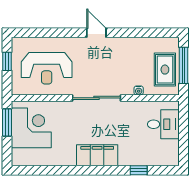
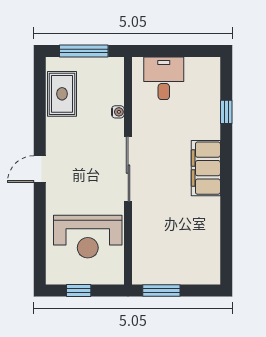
reception desk: (47, 68) -> (88, 237), turned 90
rug: (165, 70) -> (62, 94), moved, turned 90
corner desk: (31, 128) -> (169, 258), removed

